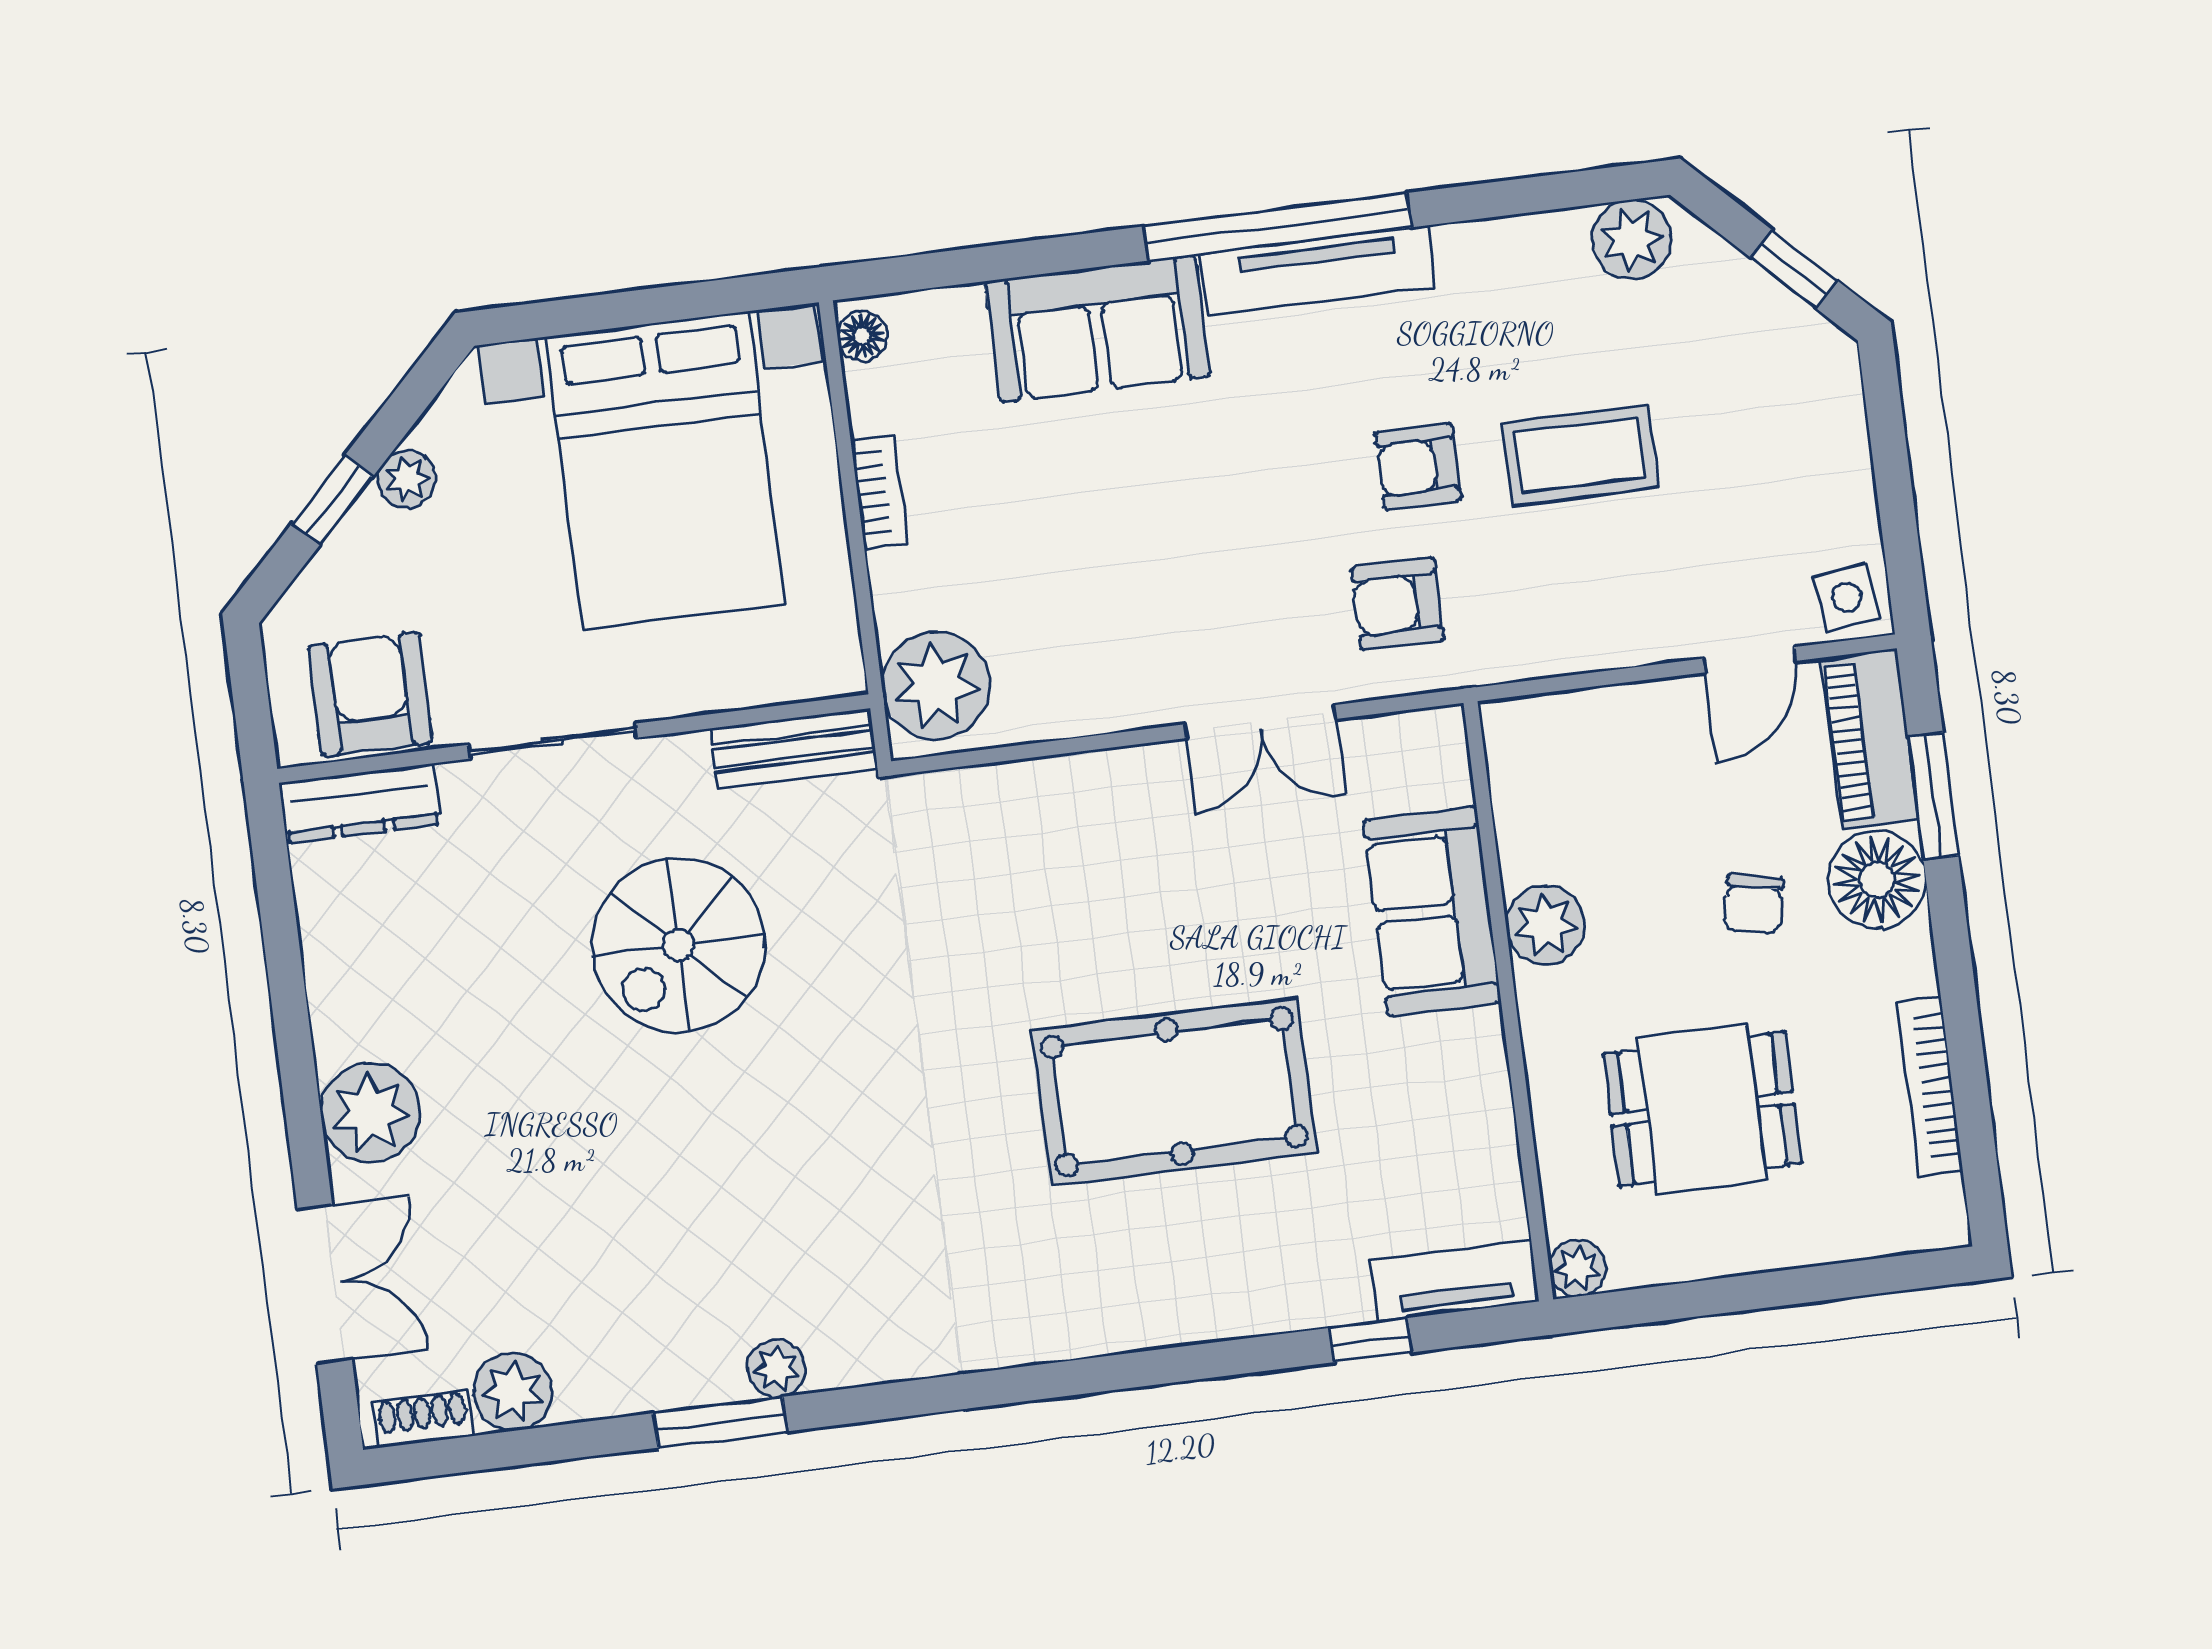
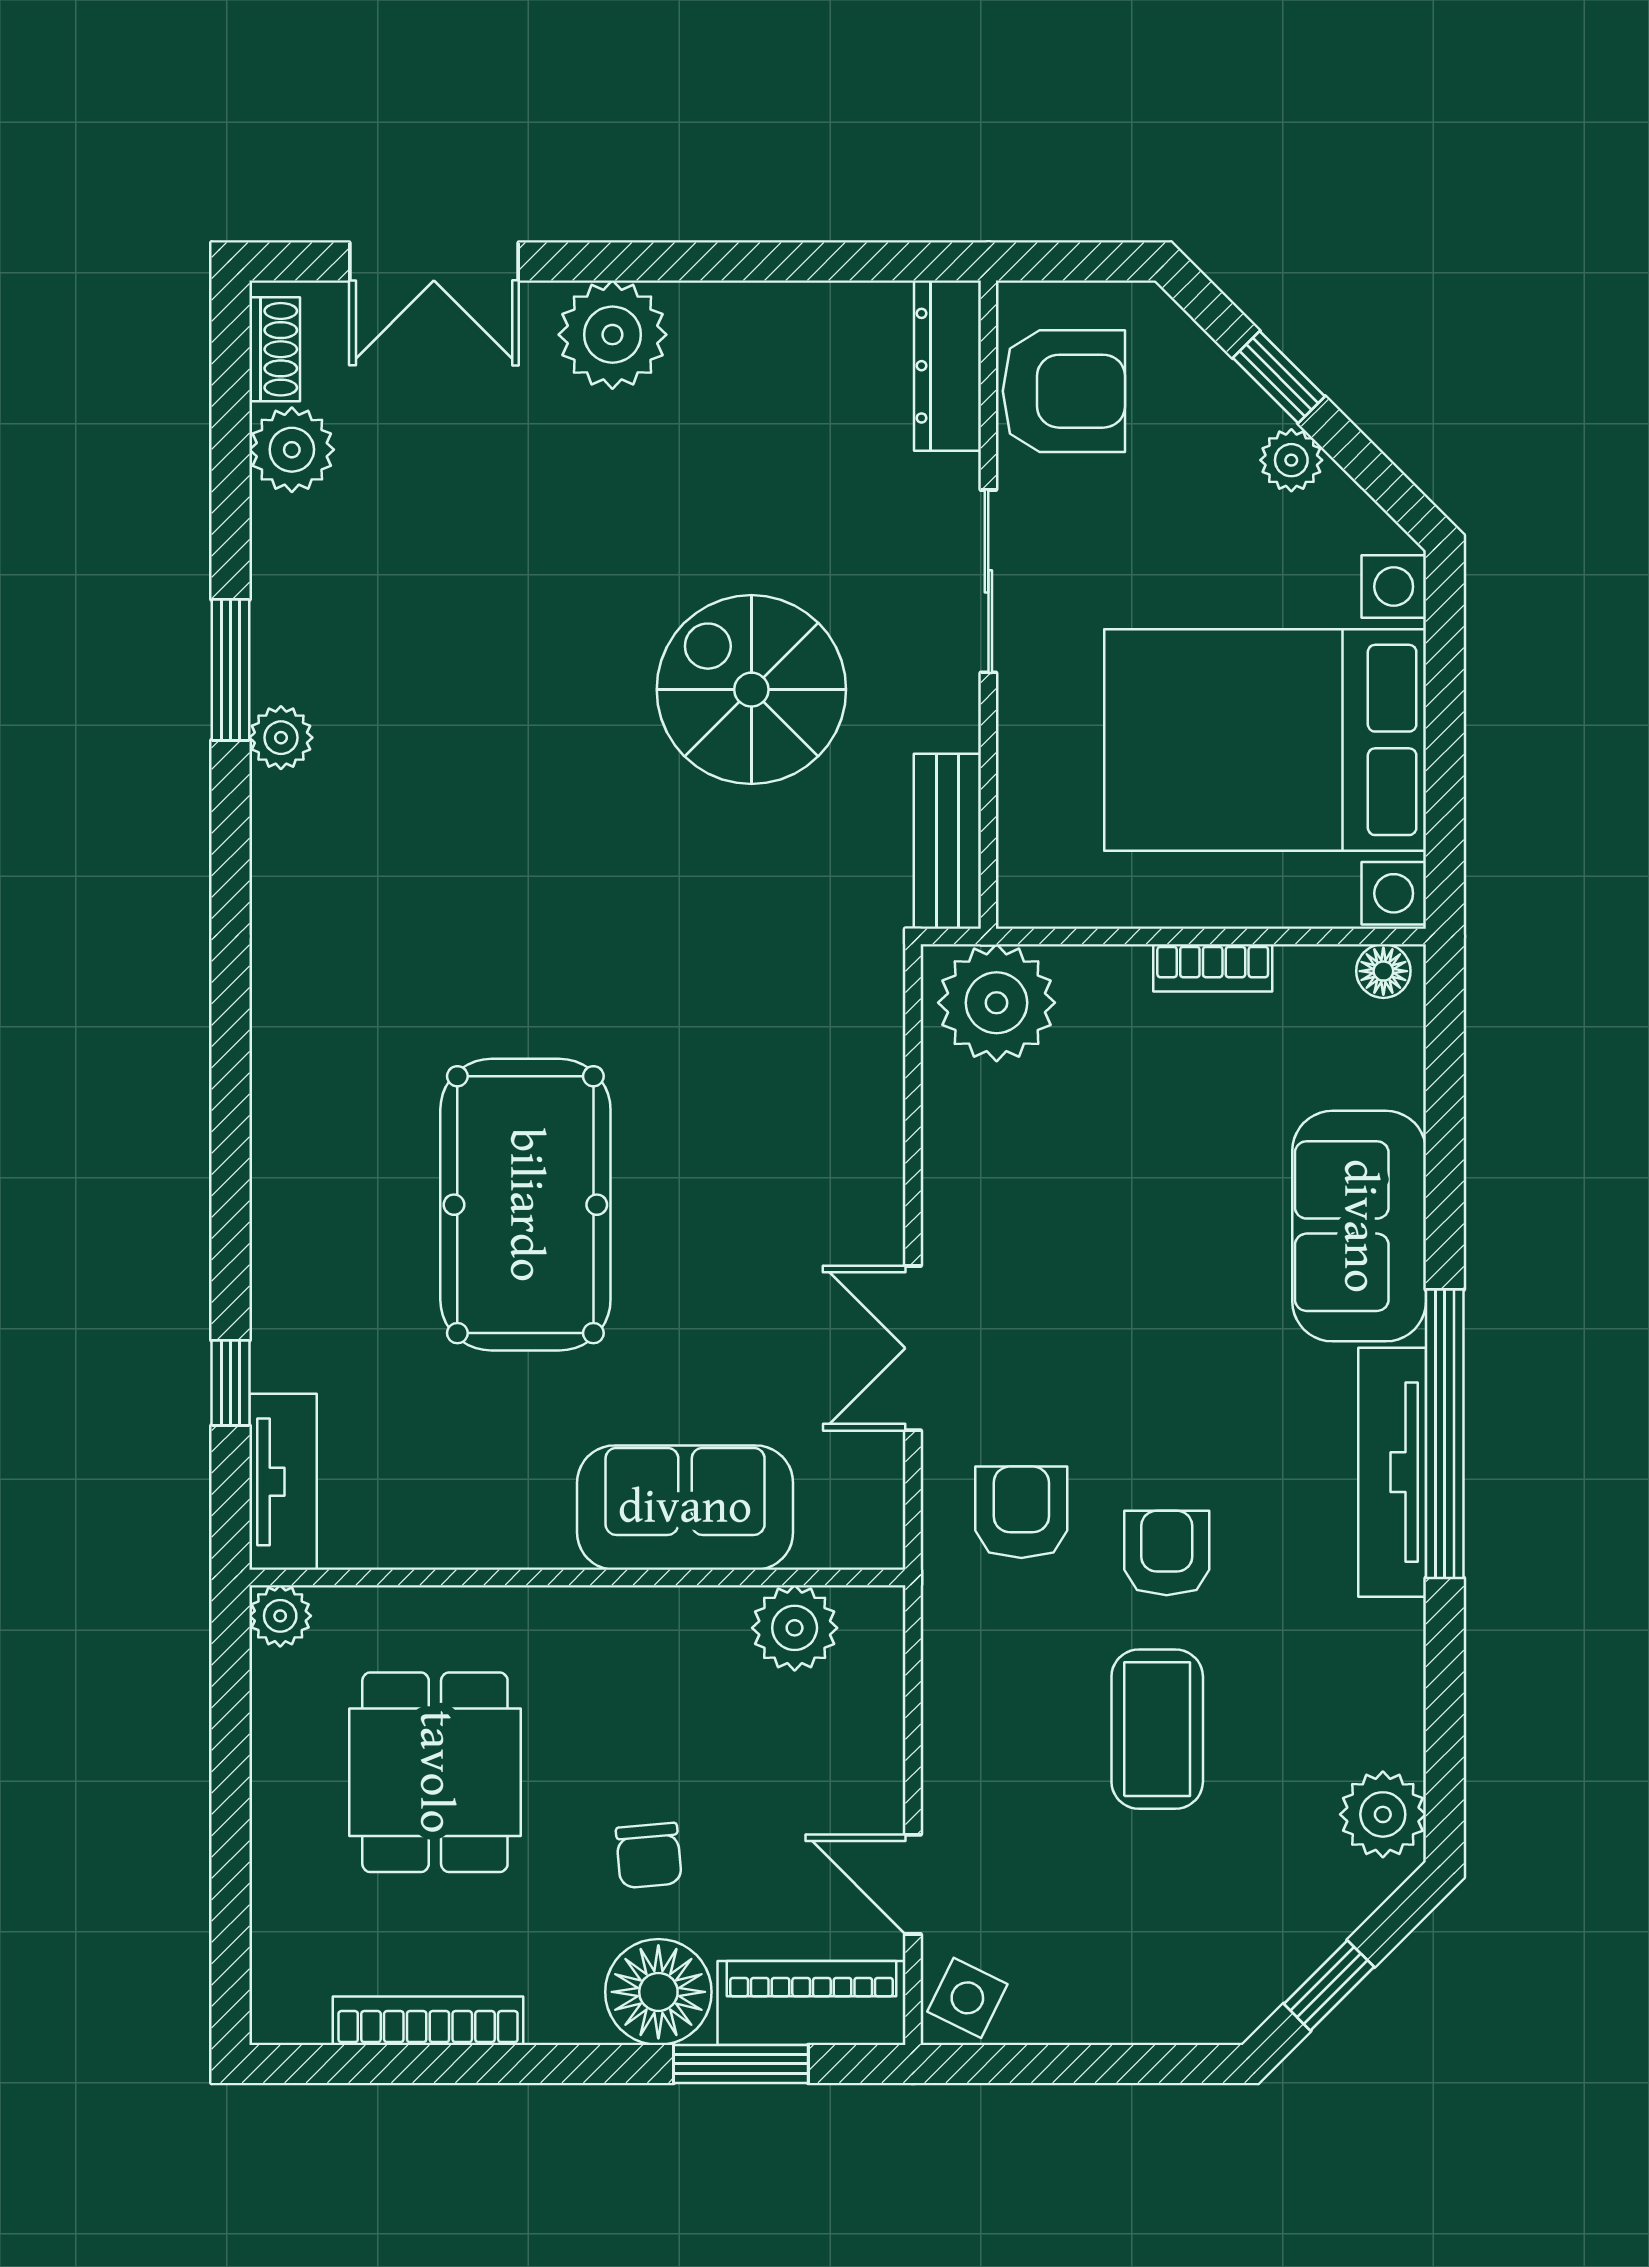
side table: (1847, 597) -> (967, 1998), turned 33
chair: (1754, 904) -> (649, 1855), turned -107
plant: (1545, 925) -> (795, 1628), moved

